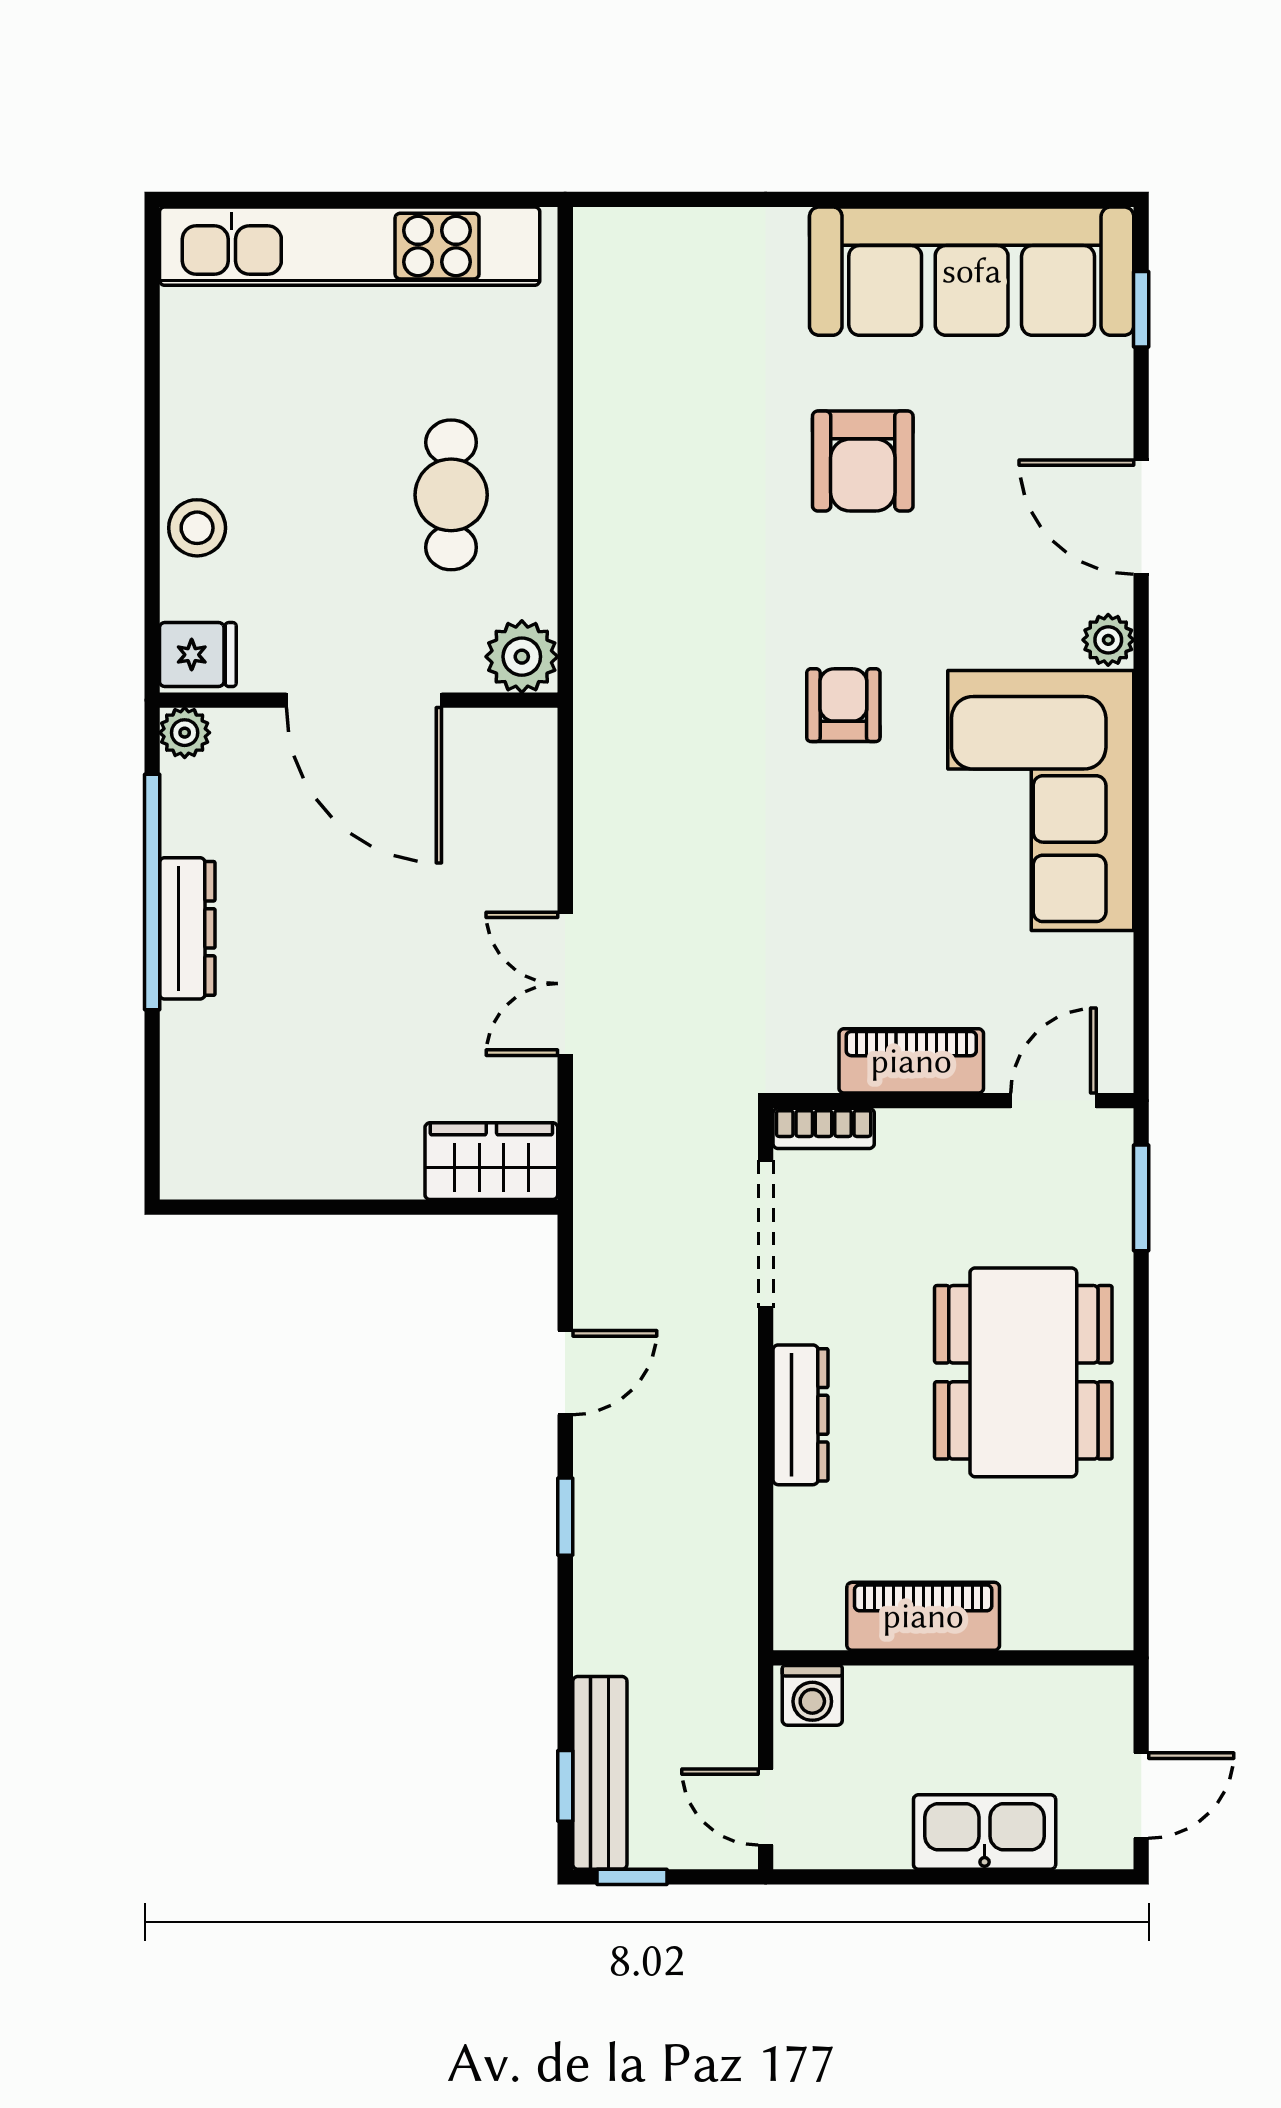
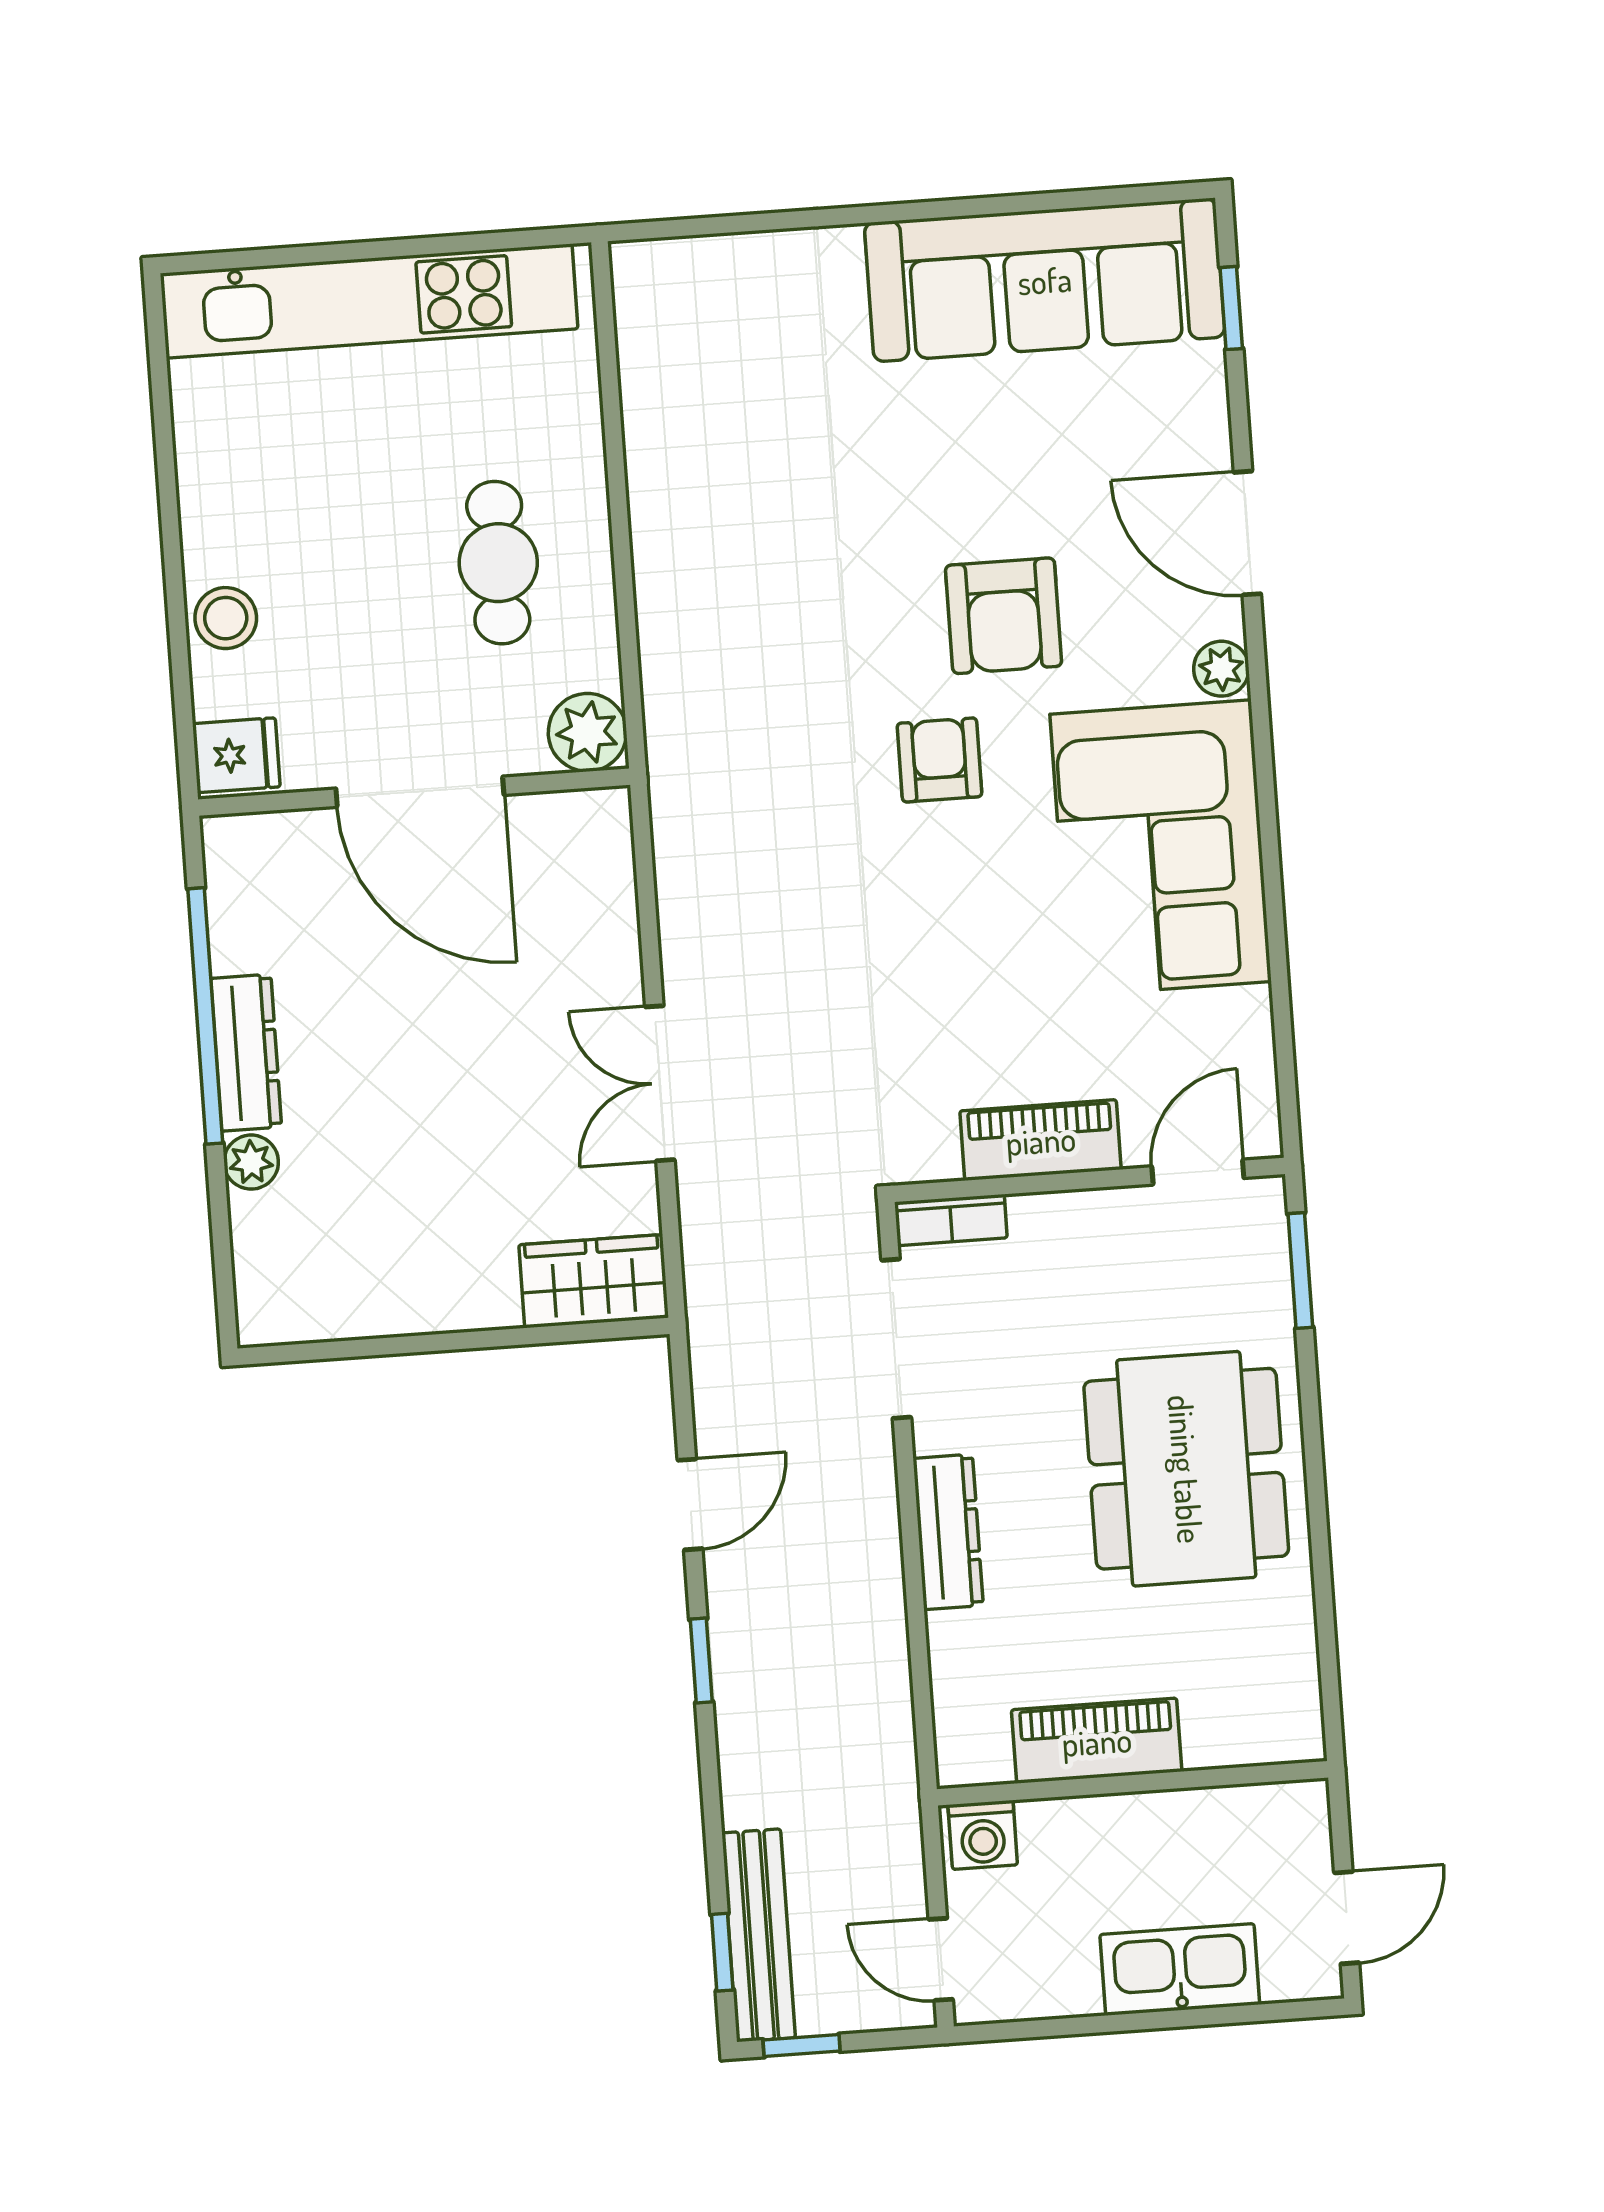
armchair: (863, 461) -> (1004, 616), moved
plant: (185, 733) -> (251, 1162), moved

